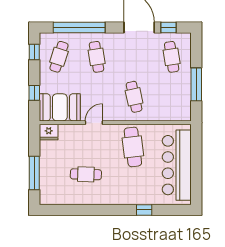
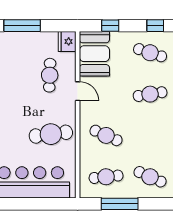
cafe table: (172, 57) -> (150, 177), turned 33
cafe table: (134, 97) -> (106, 135), turned 36
cafe table: (172, 97) -> (106, 177), added
cafe table: (86, 174) -> (50, 75), moved

